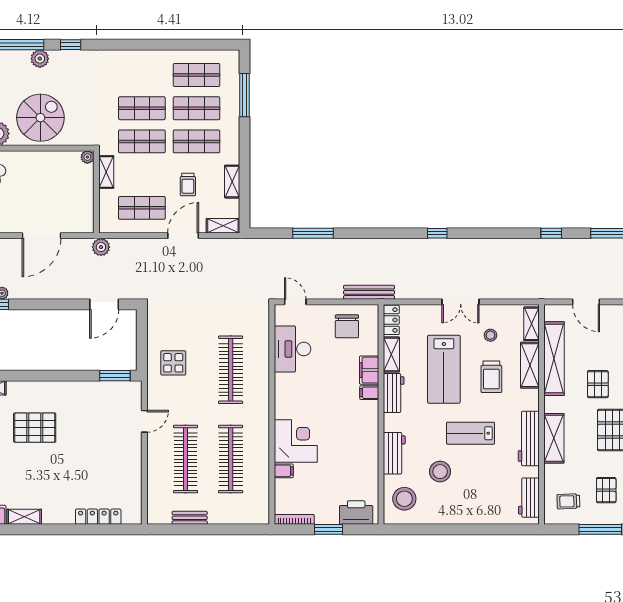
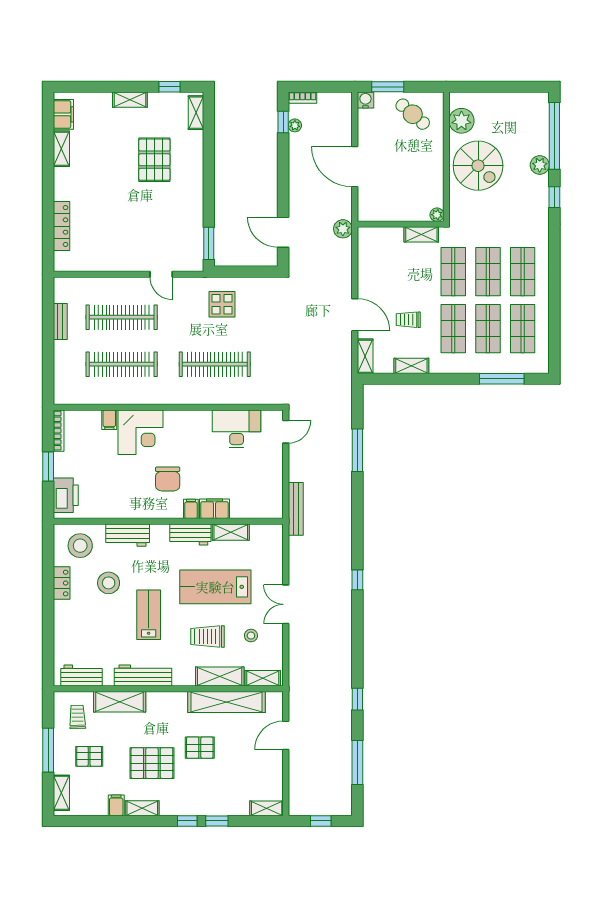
shop shelf: (142, 208) -> (523, 272), moved
locker: (391, 320) -> (62, 583), moved, turned -90
chair: (347, 326) -> (168, 479), moved, turned -90
shelving: (554, 438) -> (120, 702), moved

